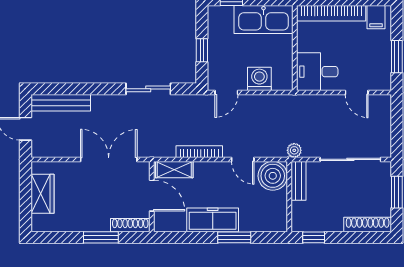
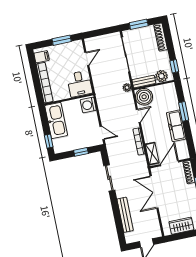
washing machine: (259, 79) -> (88, 105), moved
bench: (61, 103) -> (125, 215), moved
plant: (302, 212) -> (161, 76), added

